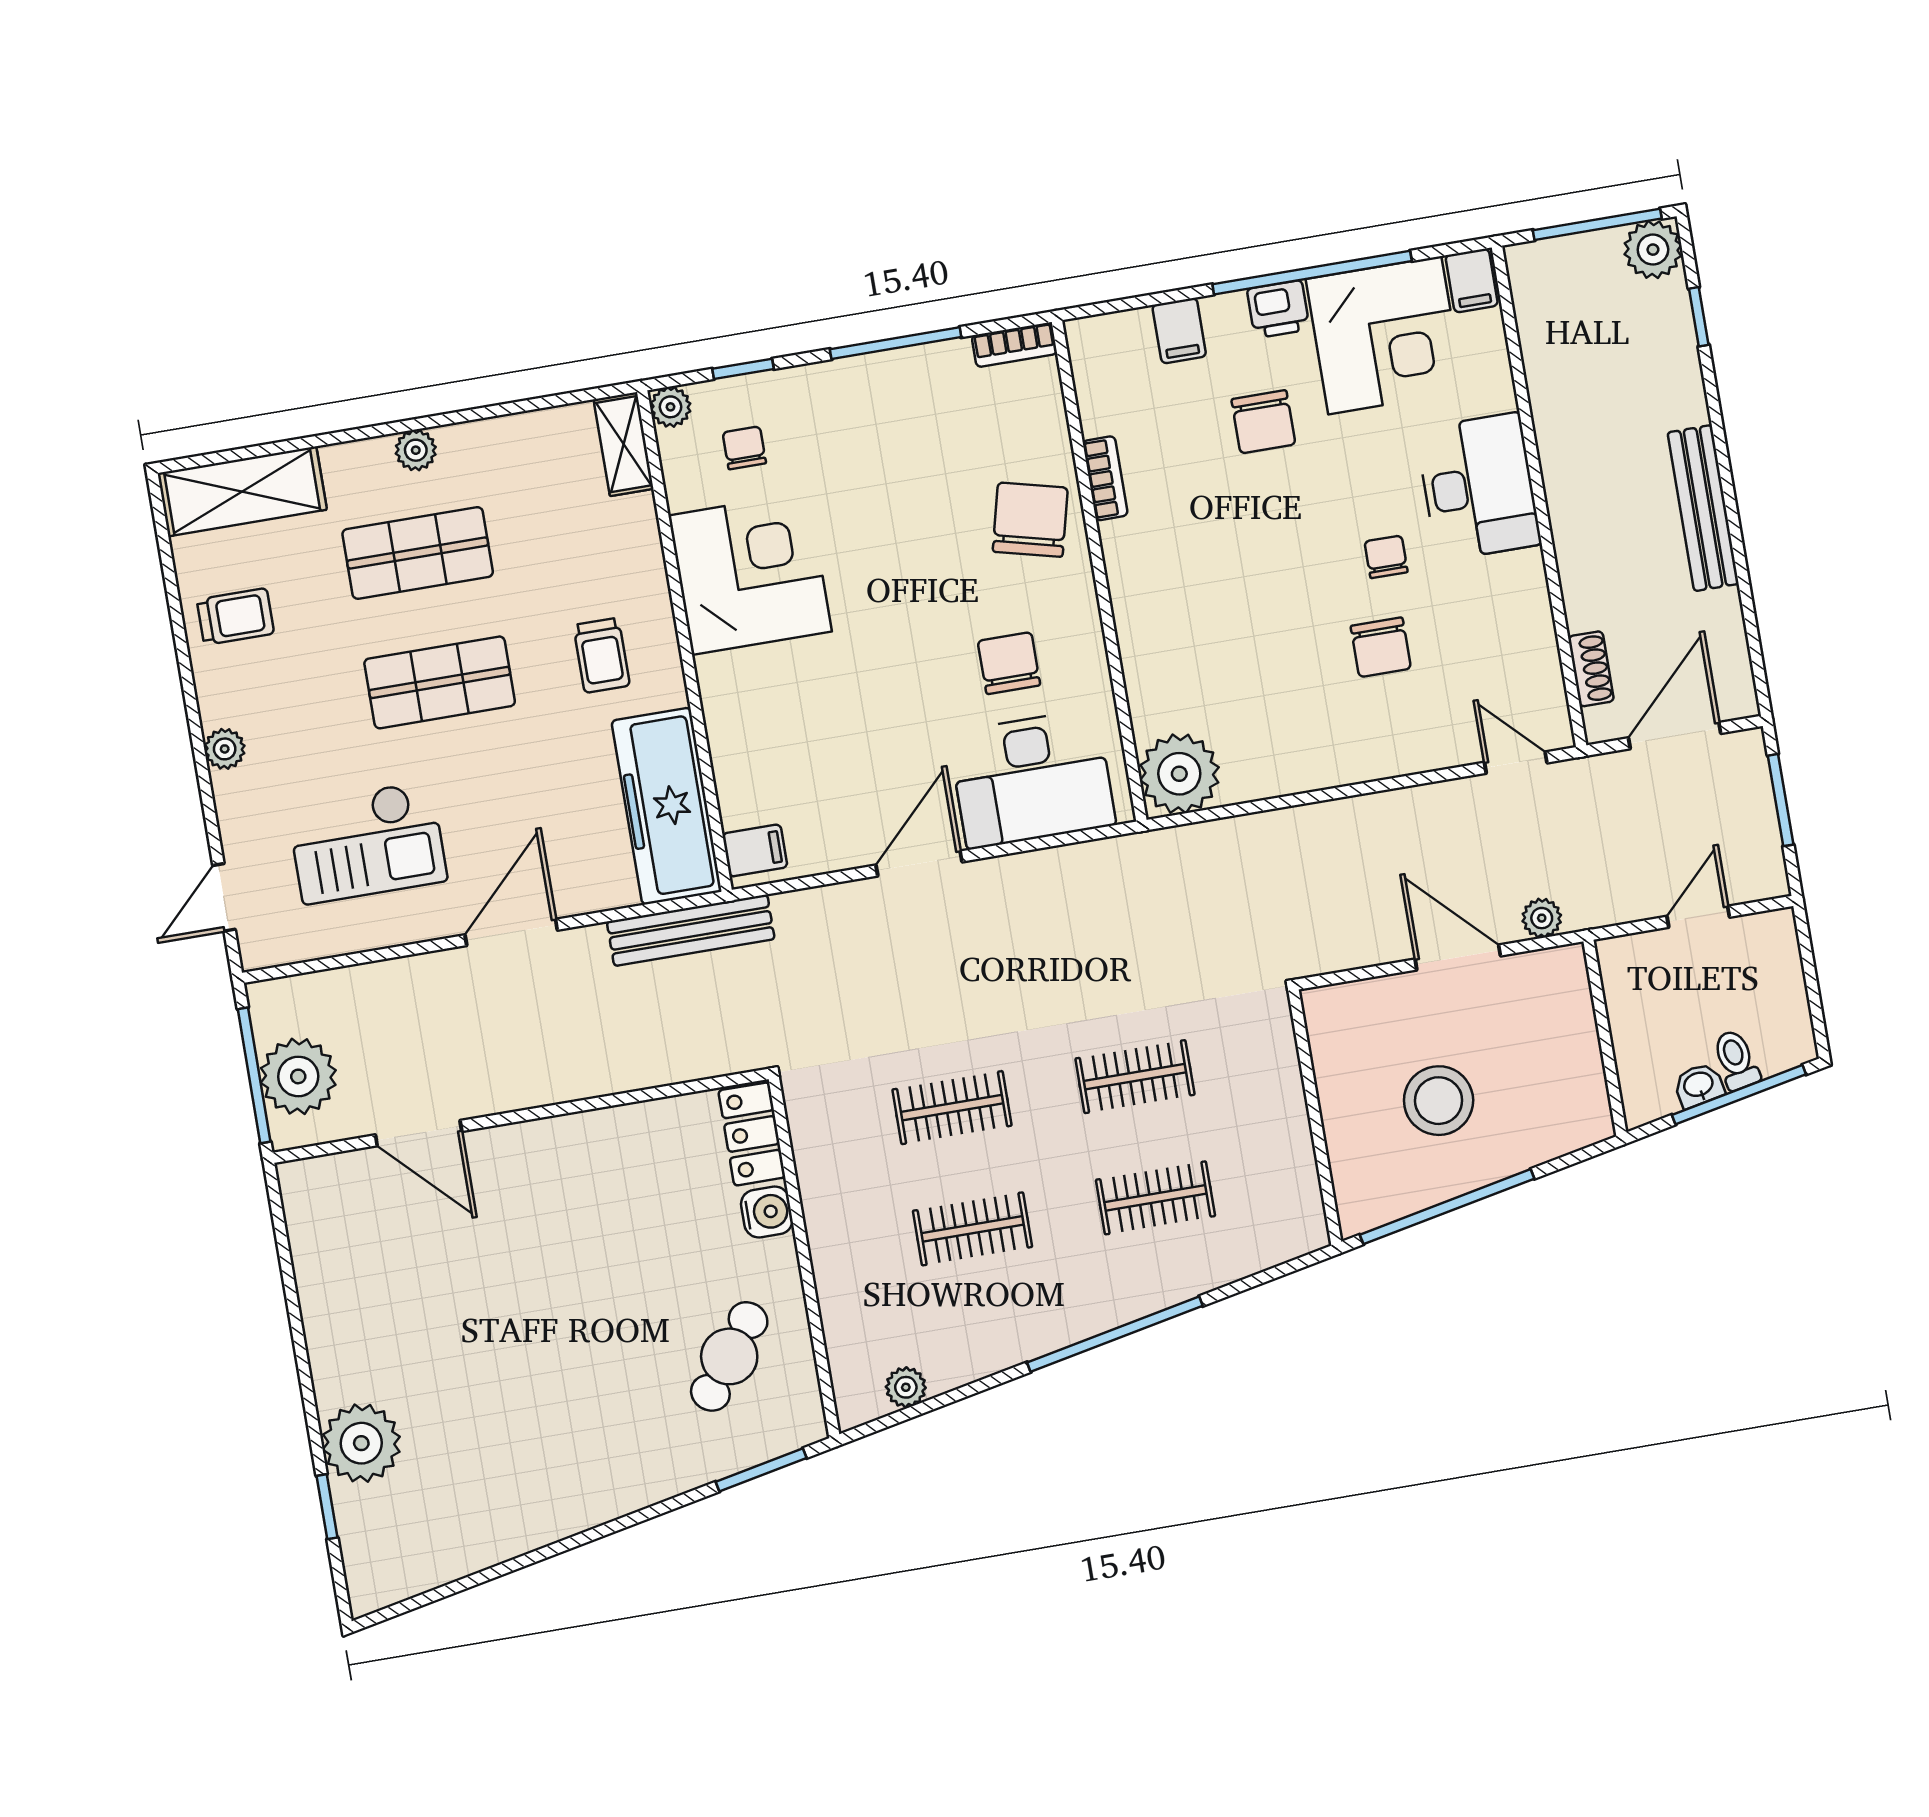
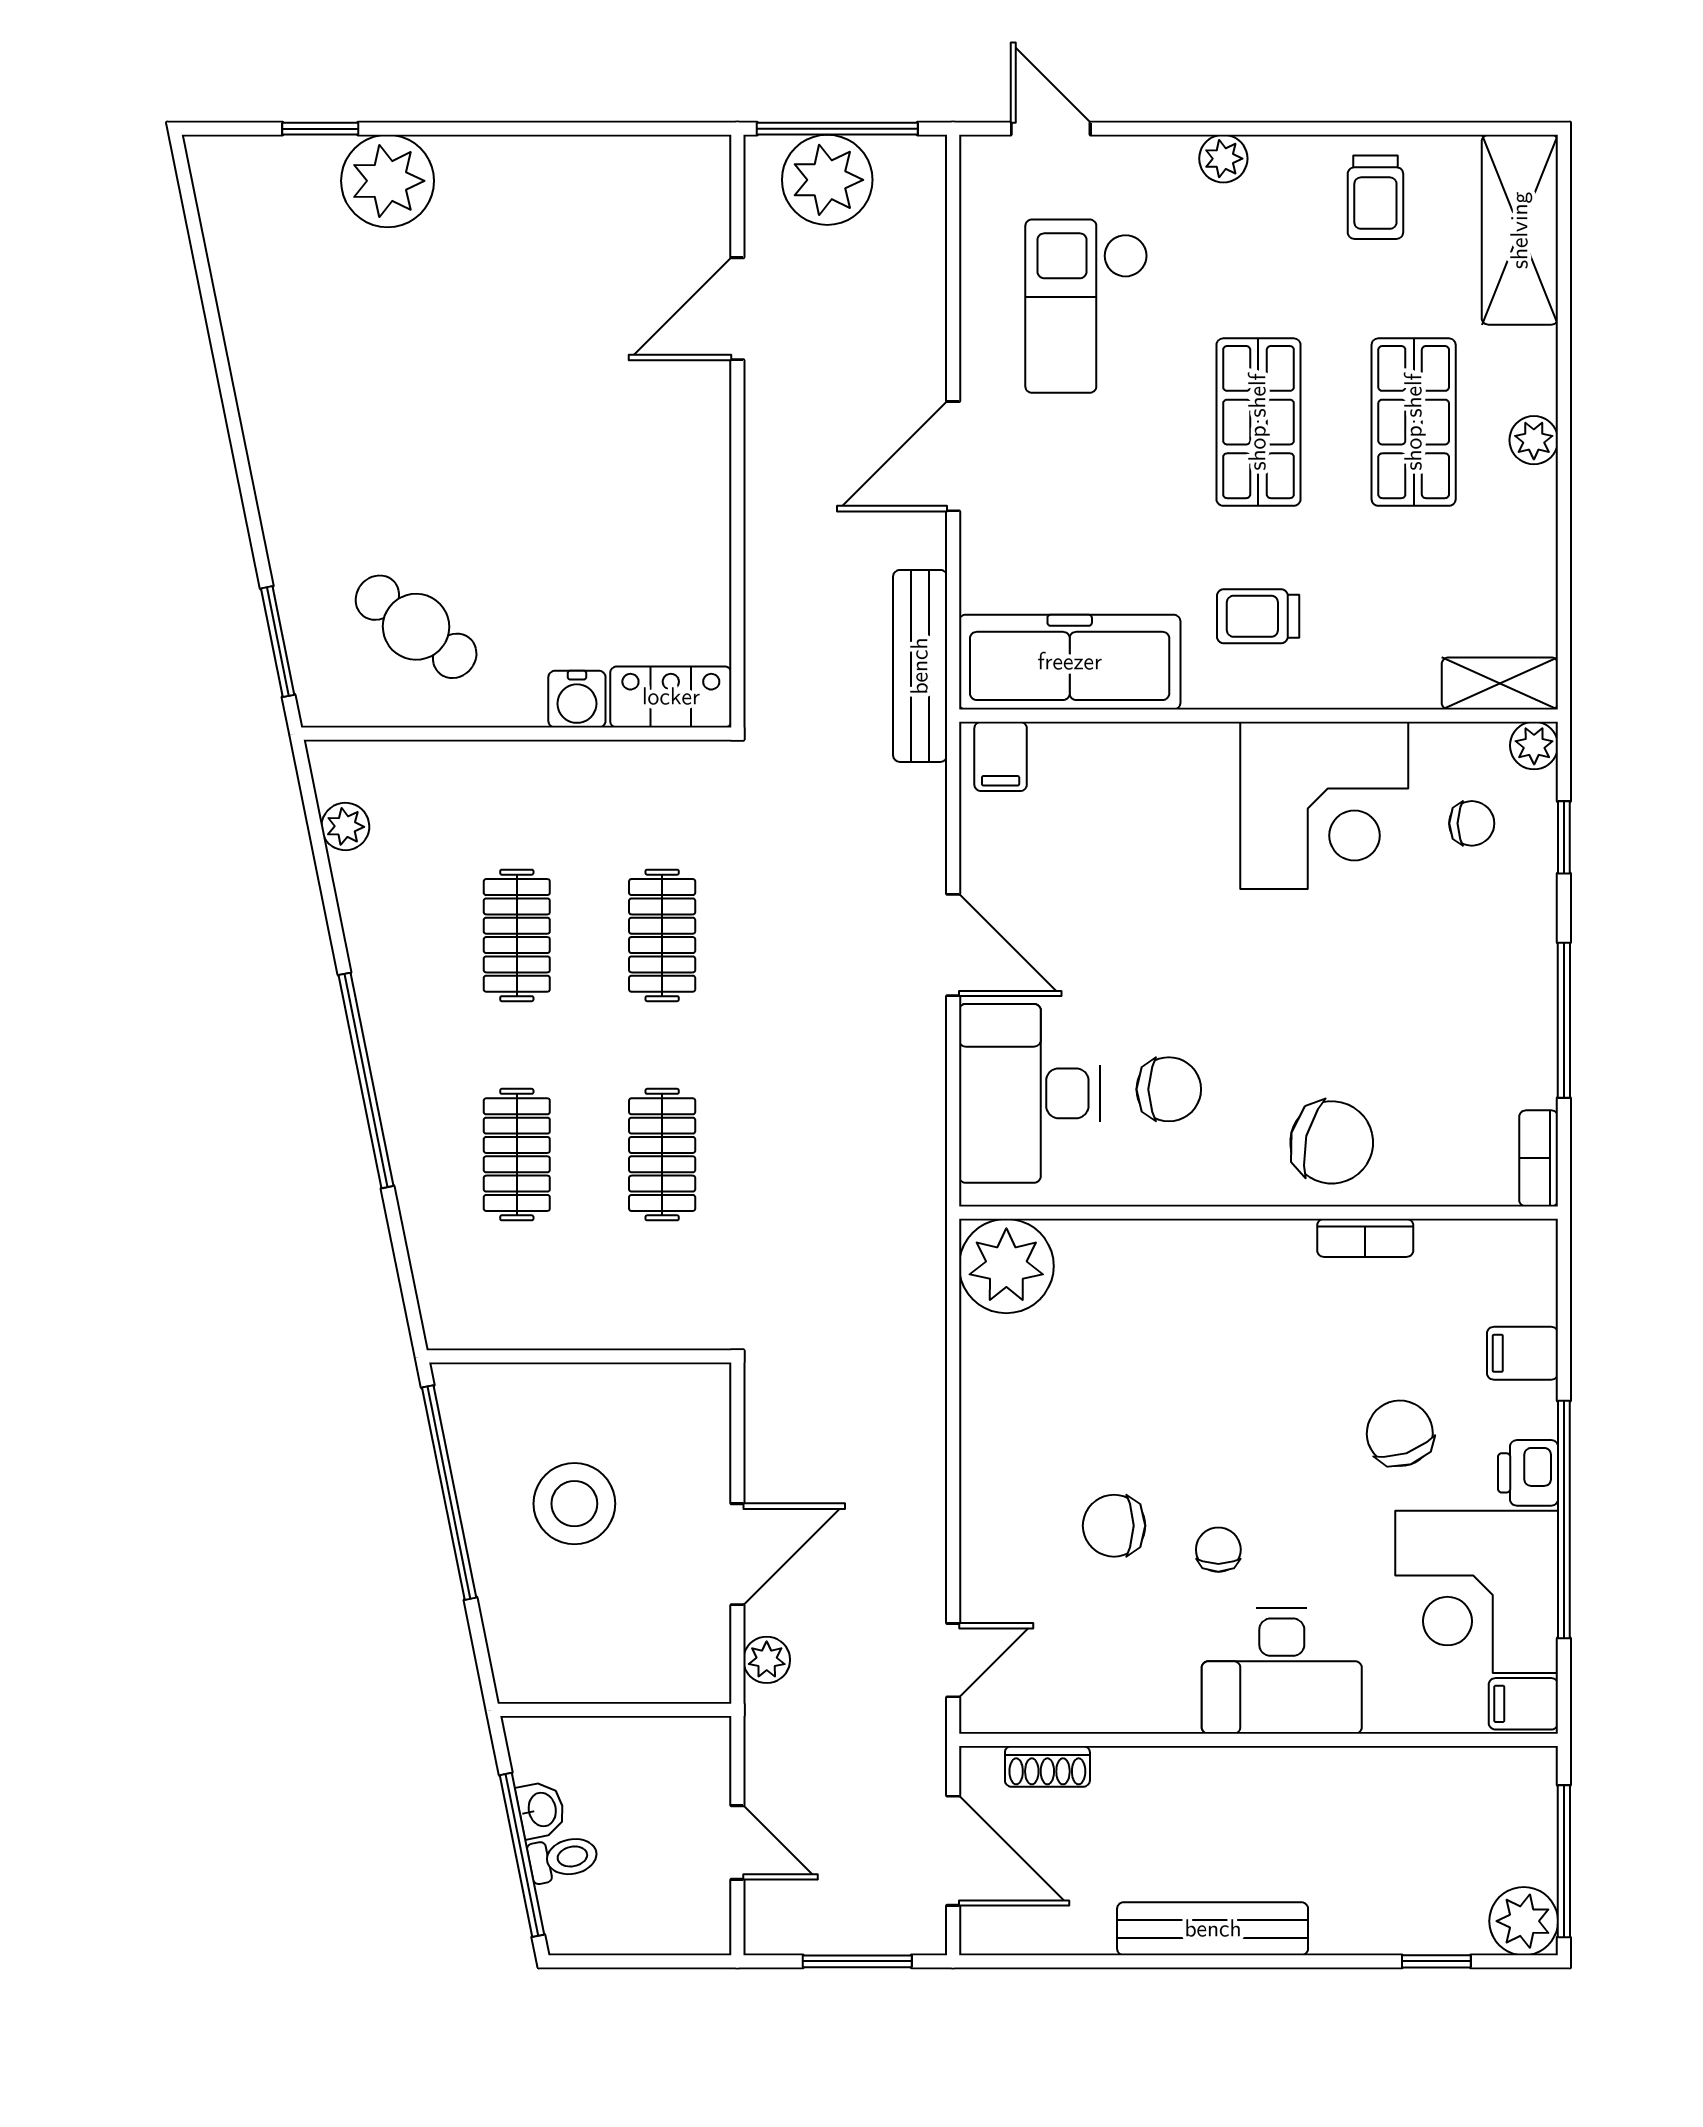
chair: (1263, 422) -> (1400, 1433), turned 71
chair: (1386, 557) -> (1218, 1550), turned -90
door: (511, 932) -> (953, 456), swing flipped

